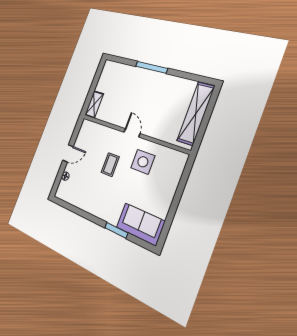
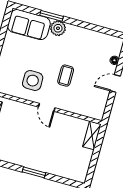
window: (152, 67) -> (34, 172), width x0.69
plant: (112, 216) -> (58, 28), added

